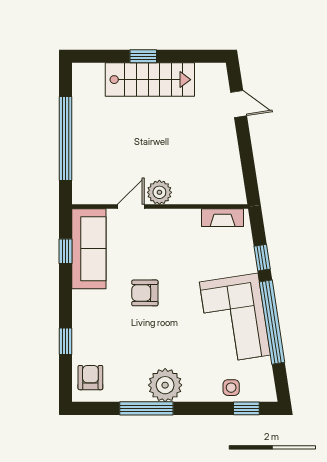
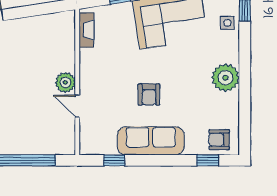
sofa: (89, 249) -> (151, 141), moved
window: (65, 341) -> (208, 160), moved
window: (146, 408) -> (245, 93), removed

